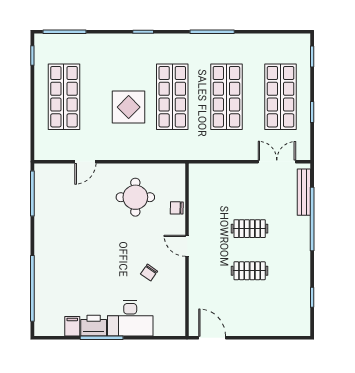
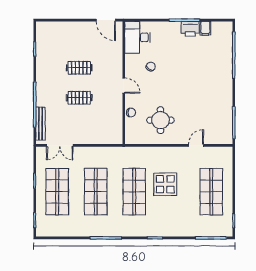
desk: (130, 318) -> (137, 37), moved, turned -90

